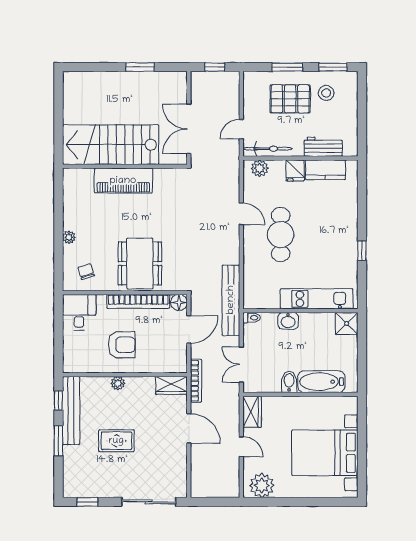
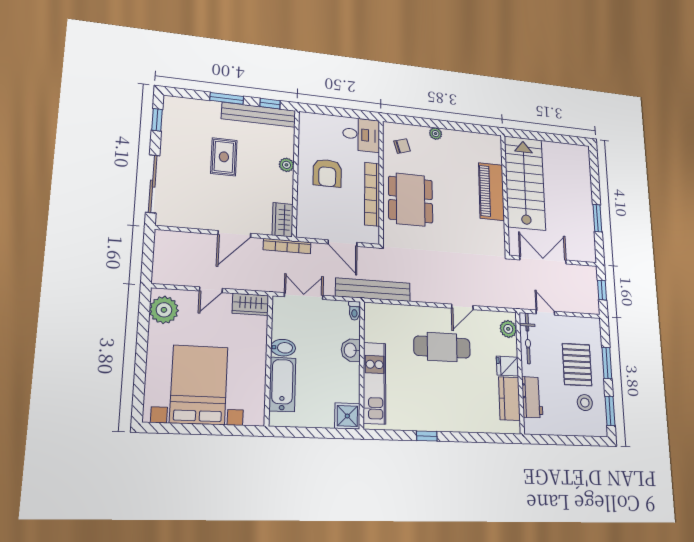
dining table: (140, 263) -> (411, 200), turned 90
floor lamp: (179, 302) -> (371, 235), removed

